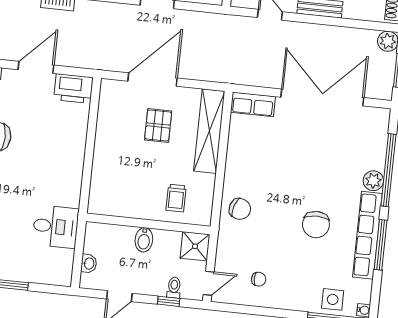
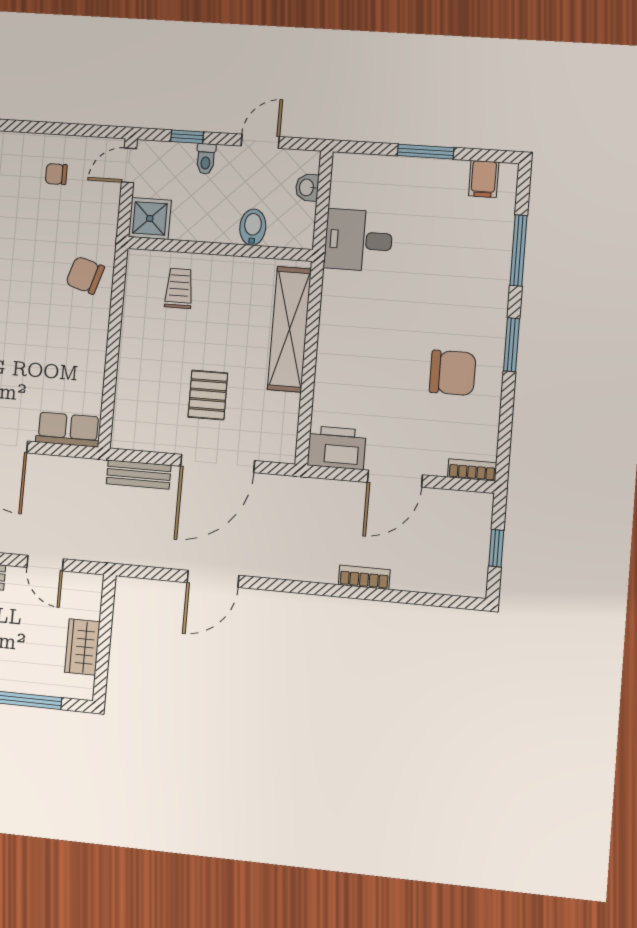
bench: (206, 73) -> (139, 474), added
shelving: (209, 131) -> (289, 329), moved
bidet: (144, 240) -> (253, 227), moved
toilet: (174, 288) -> (206, 159), moved

